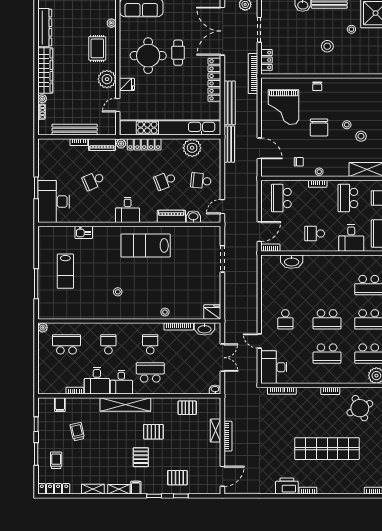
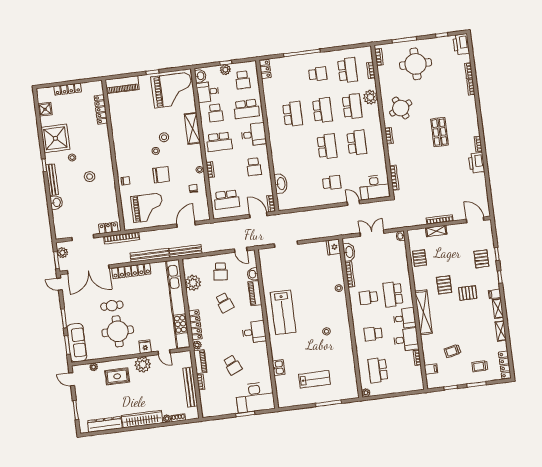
door: (259, 341) -> (353, 203), swing flipped
shop shelf: (327, 449) -> (439, 132), width x0.50, depth x0.74

